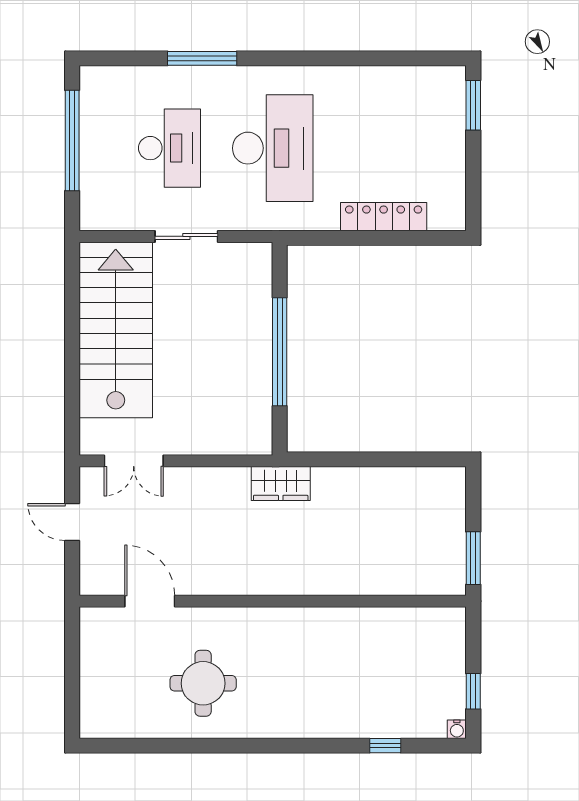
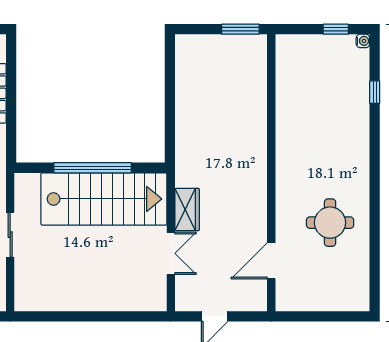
stairs: (116, 330) -> (104, 199), moved, turned 180
double door: (134, 461) -> (171, 253), moved
wardrobe: (281, 484) -> (187, 209), moved

